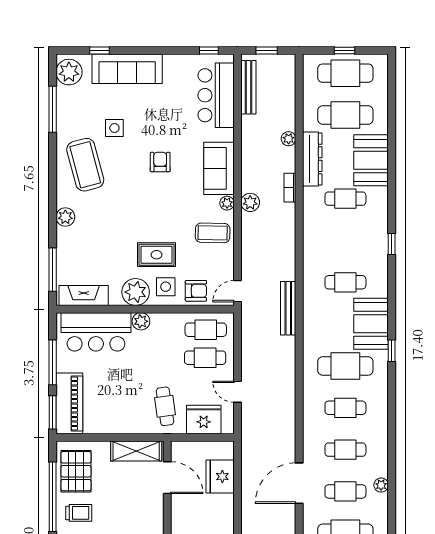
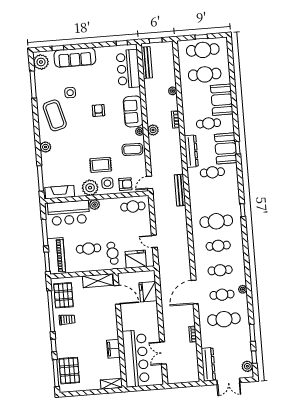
dresser: (312, 159) -> (191, 151), moved
booth: (371, 324) -> (226, 148), moved
cafe table: (205, 358) -> (89, 249), moved

